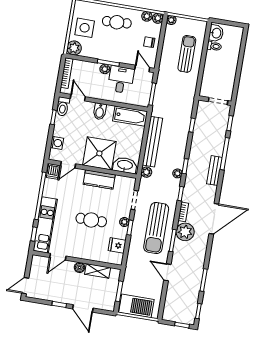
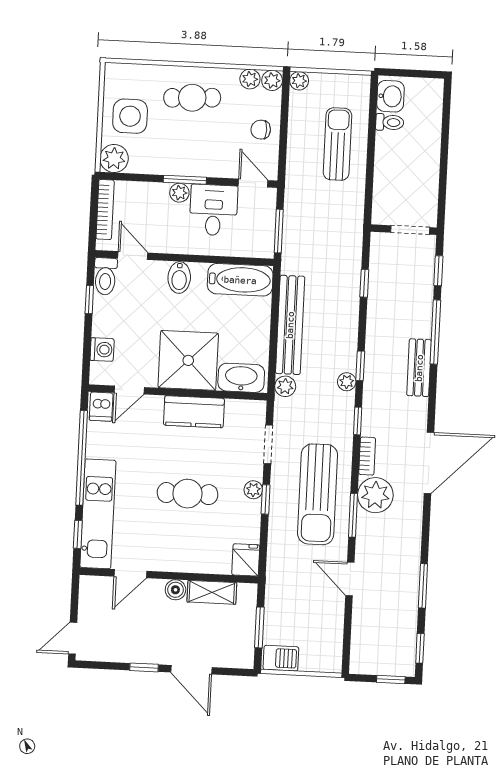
fridge: (117, 245) -> (246, 560), moved, turned 90
barbecue: (136, 306) -> (281, 658), width x0.53, depth x0.65

